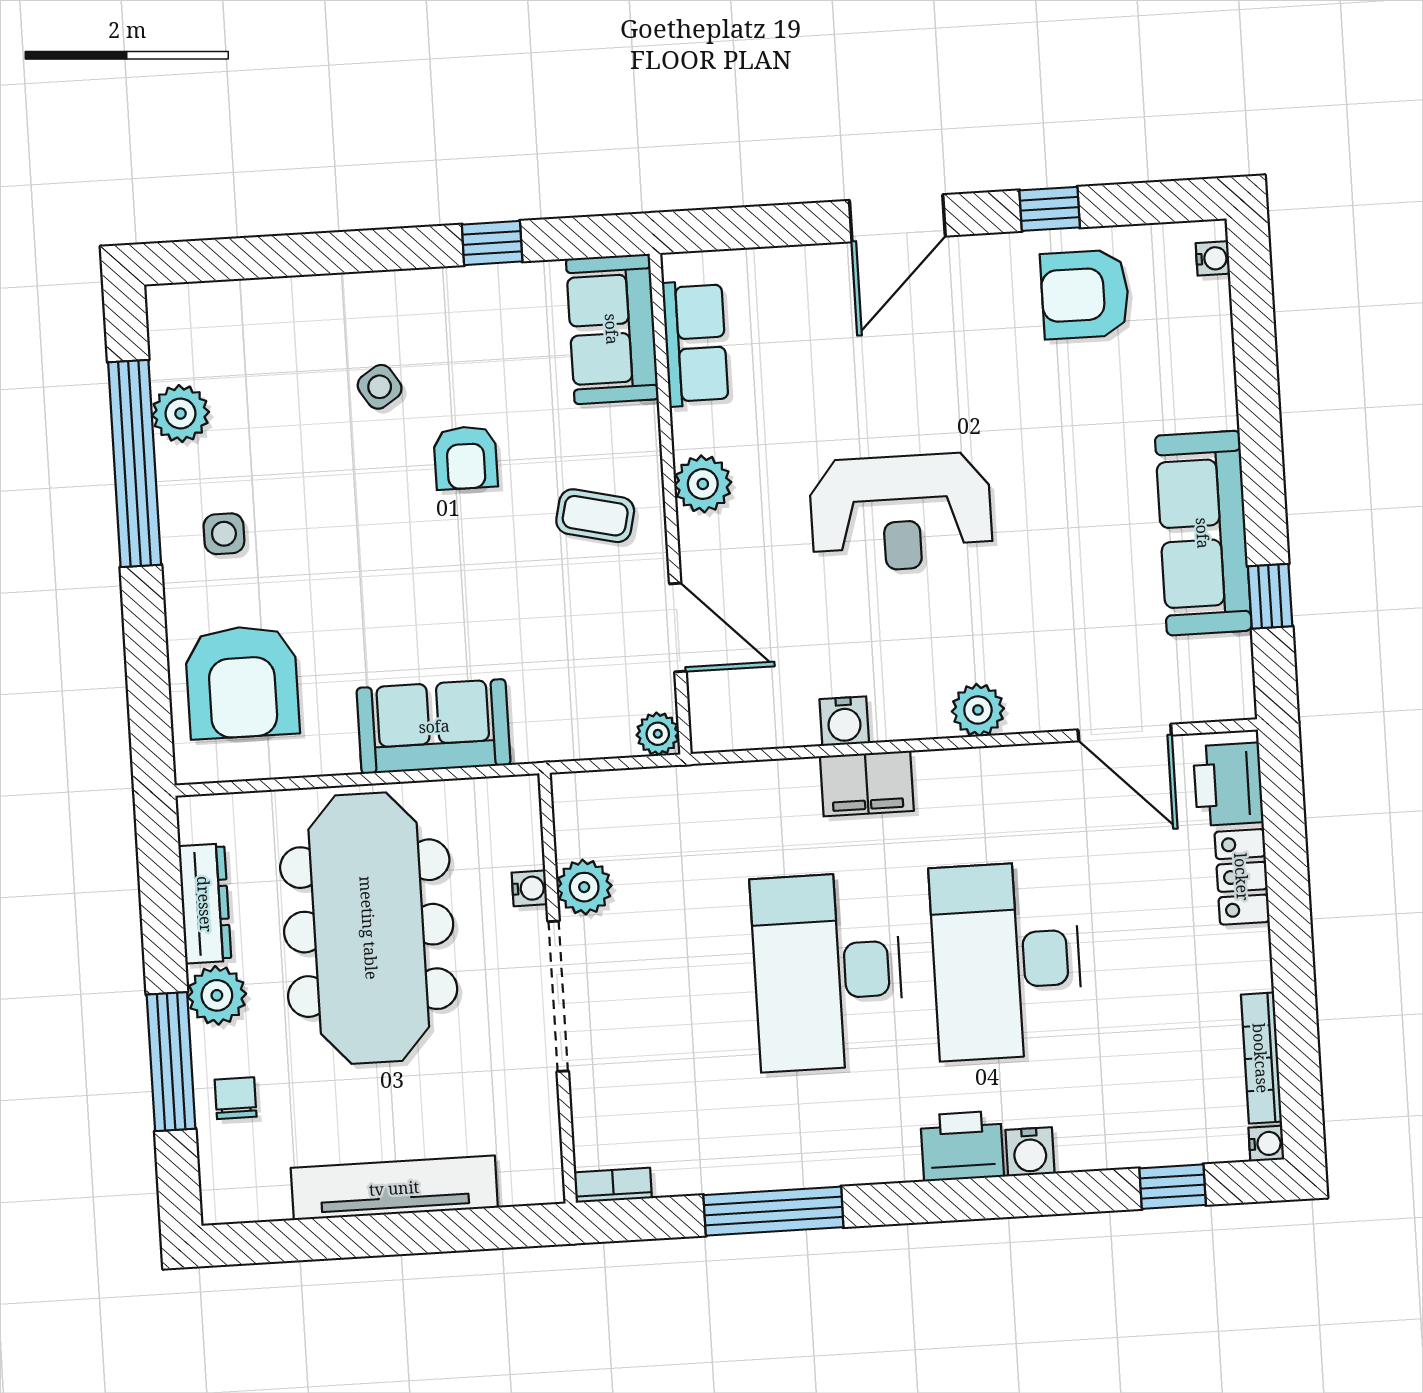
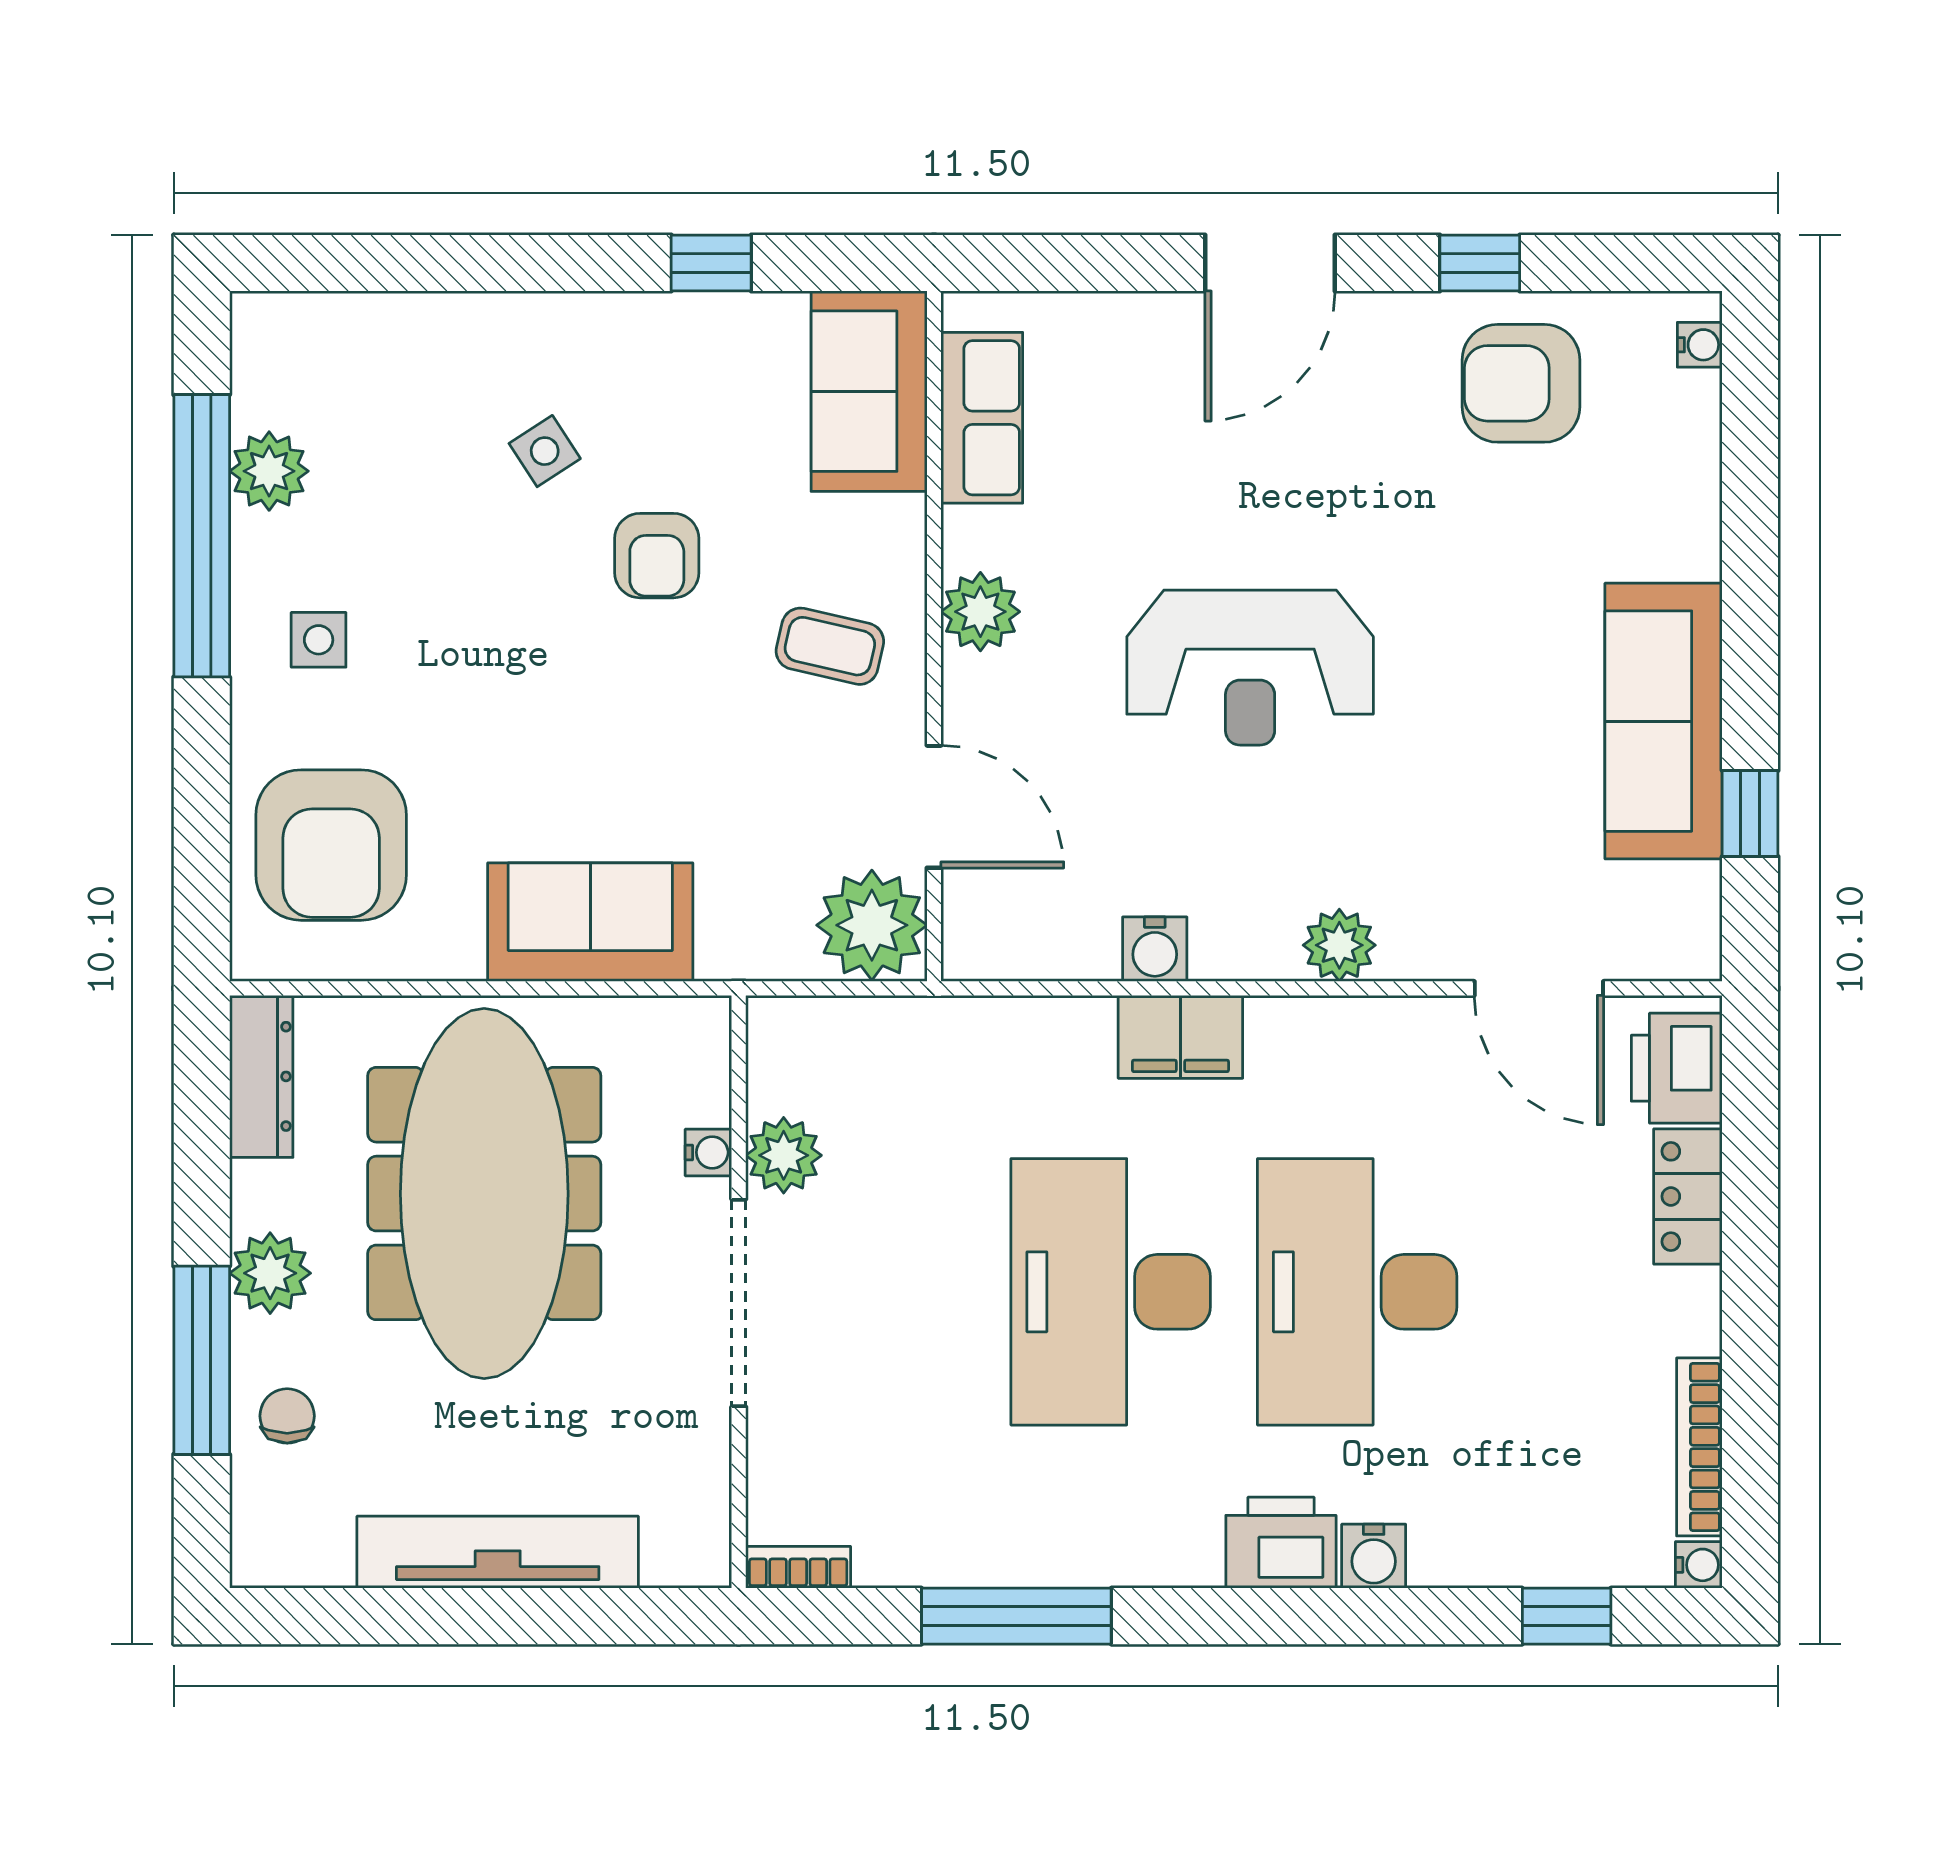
plant: (658, 734) -> (872, 925), width x1.88, depth x1.88
dresser: (205, 904) -> (261, 1076), moved

